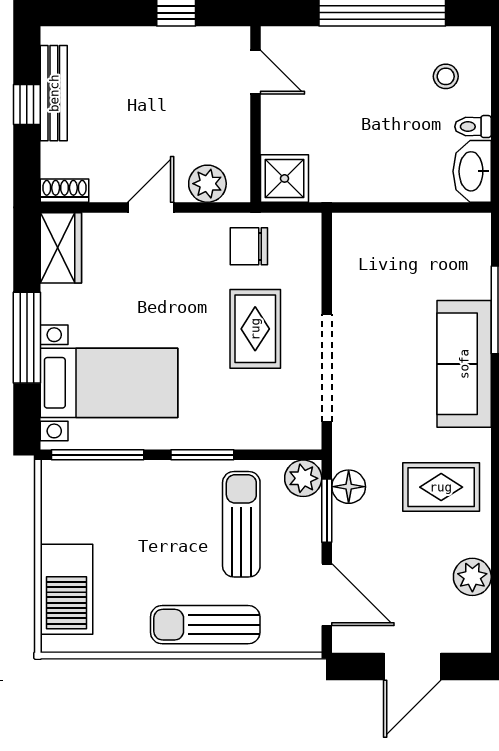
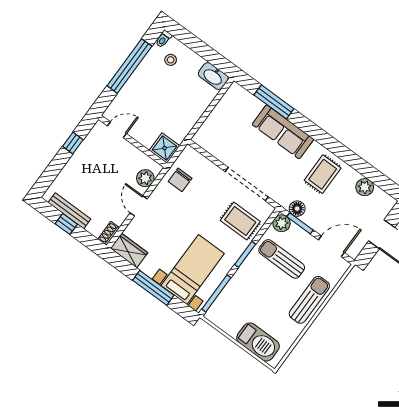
toilet: (473, 127) -> (163, 39), moved
rug: (255, 329) -> (240, 221), moved
sun lounger: (205, 625) -> (309, 300), turned 180

